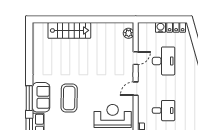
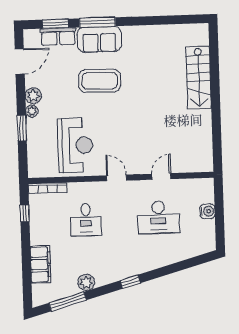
locker: (176, 27) -> (208, 234), removed
plant: (129, 33) -> (197, 165), removed
door: (136, 58) -> (161, 176), swing flipped

